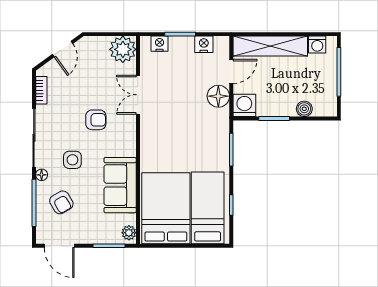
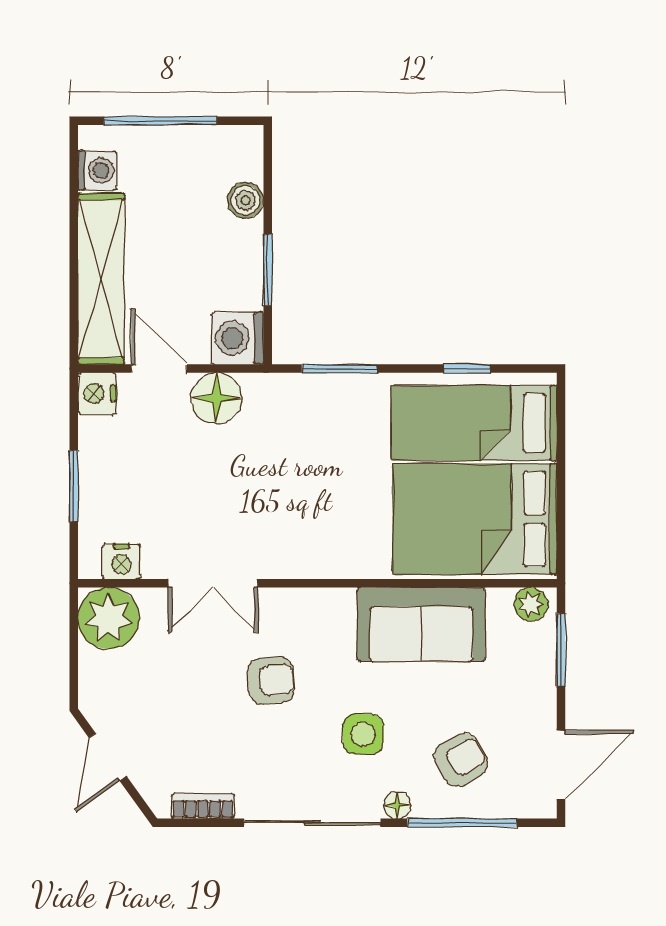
nightstand: (160, 44) -> (122, 561), moved, turned -90
nightstand: (204, 44) -> (97, 393), moved
door: (63, 49) -> (108, 757), swing flipped
armchair: (96, 120) -> (271, 680), turned 86

